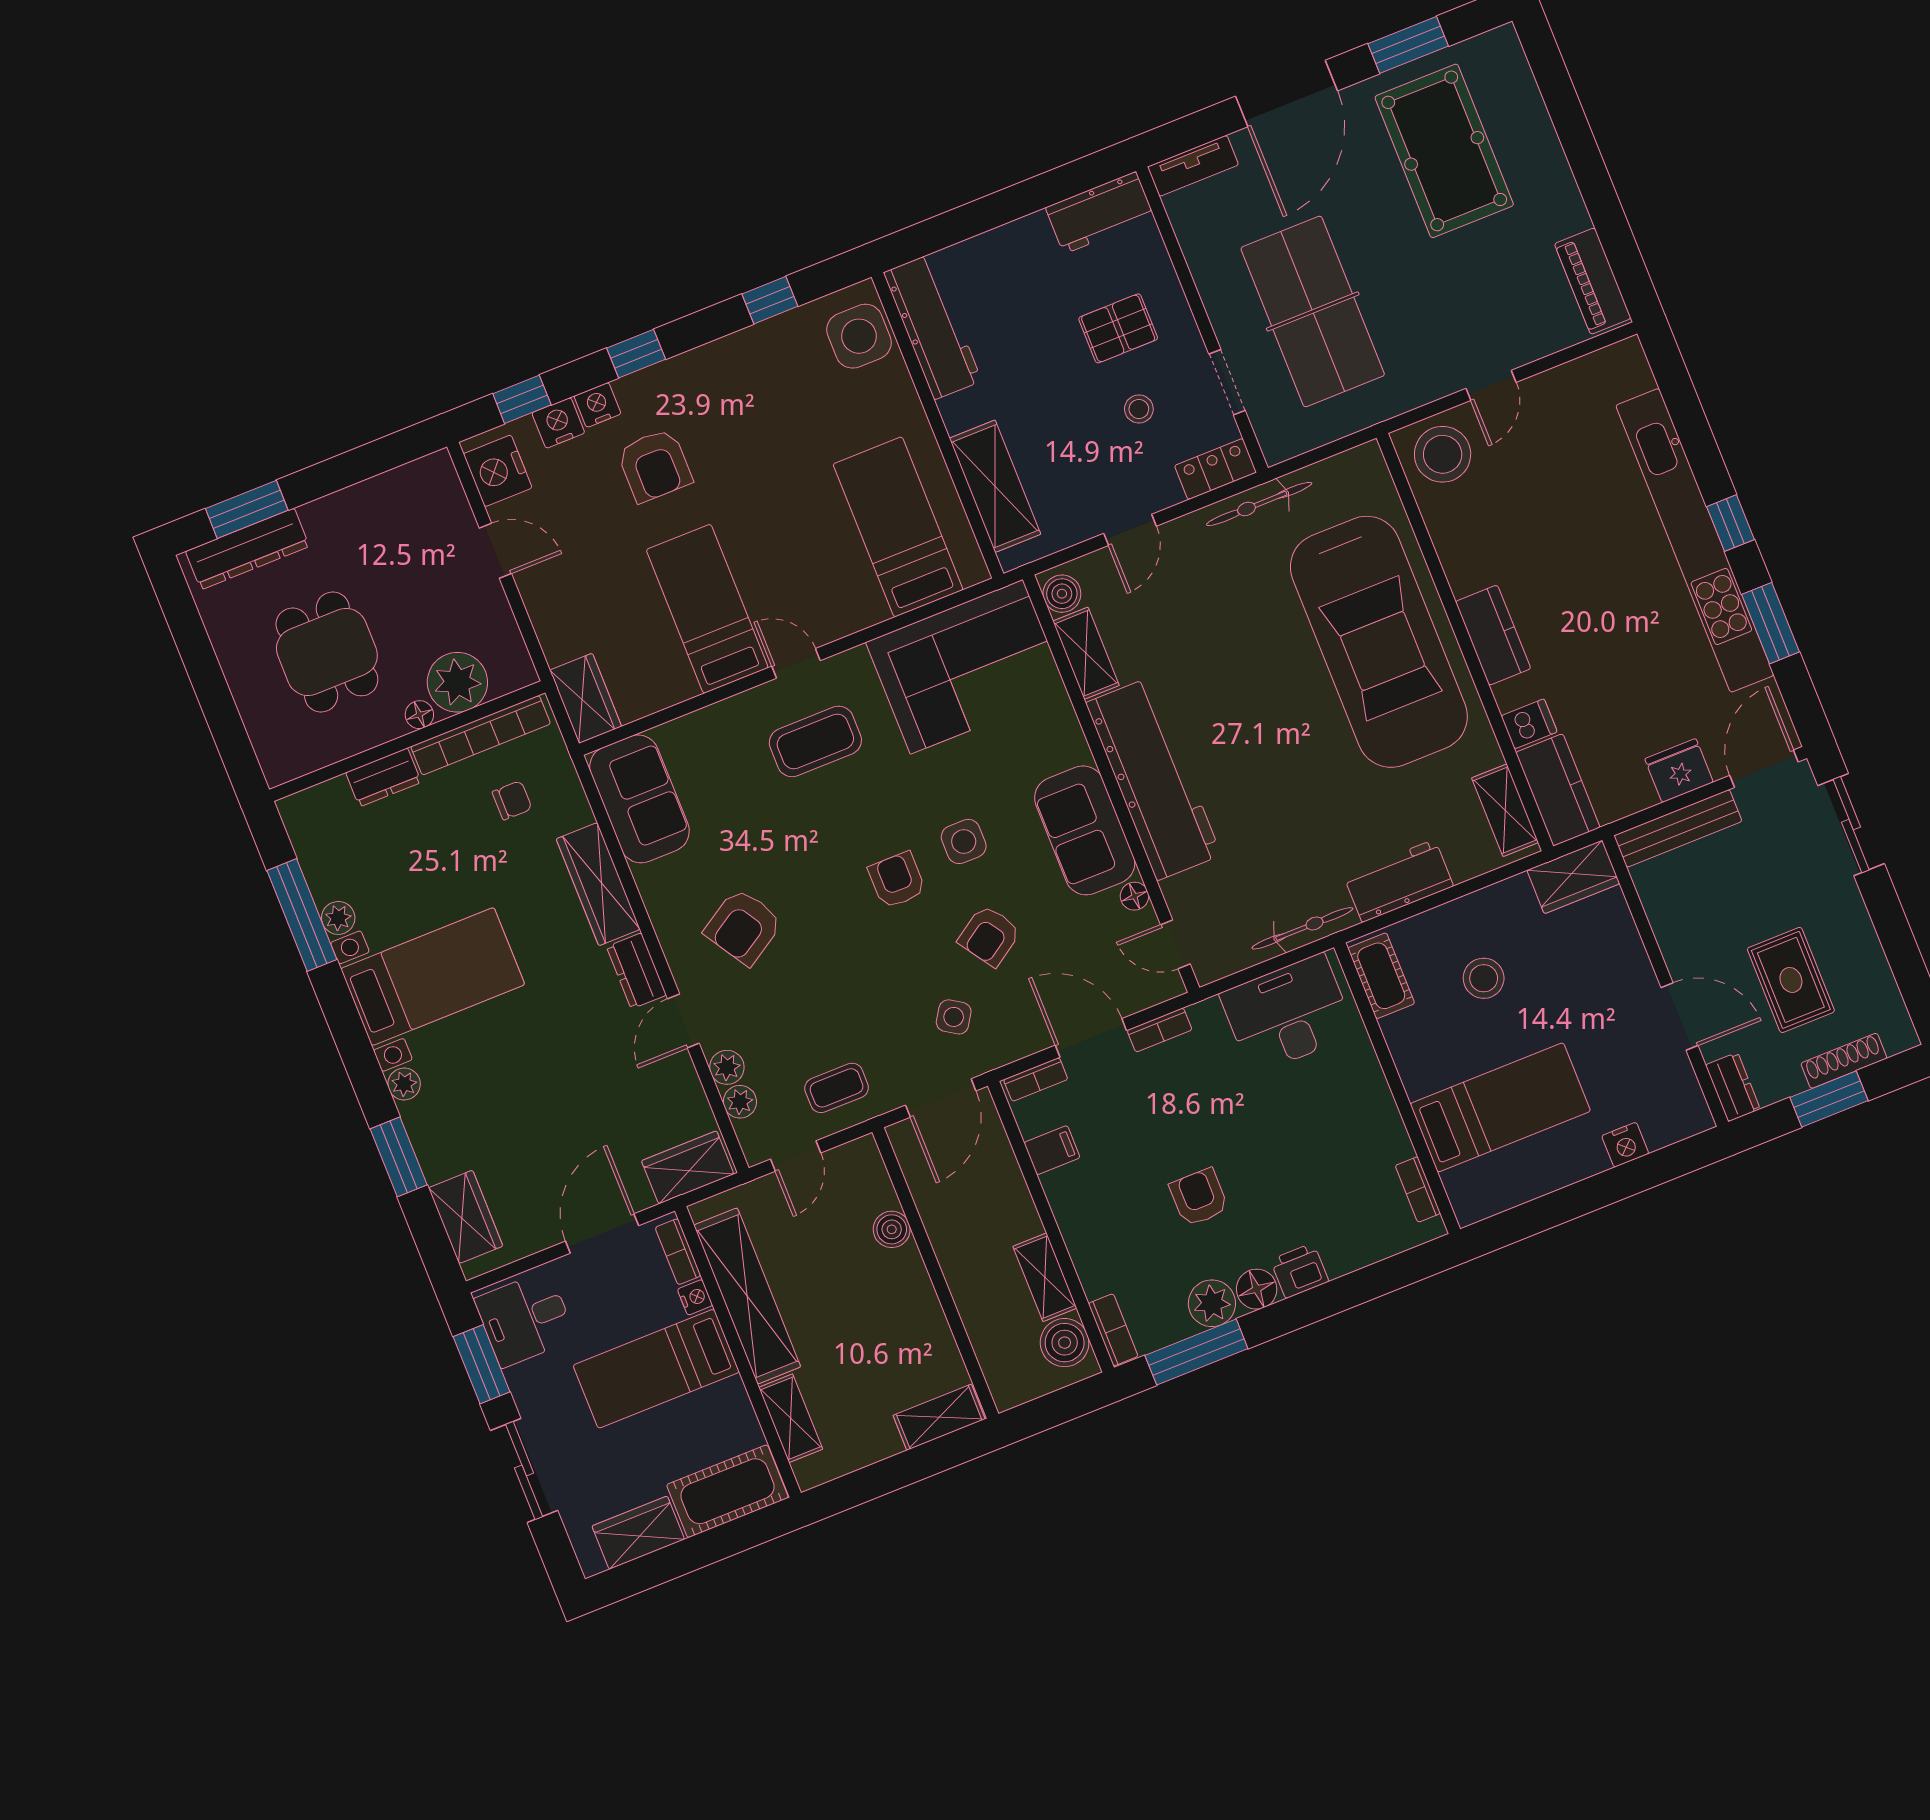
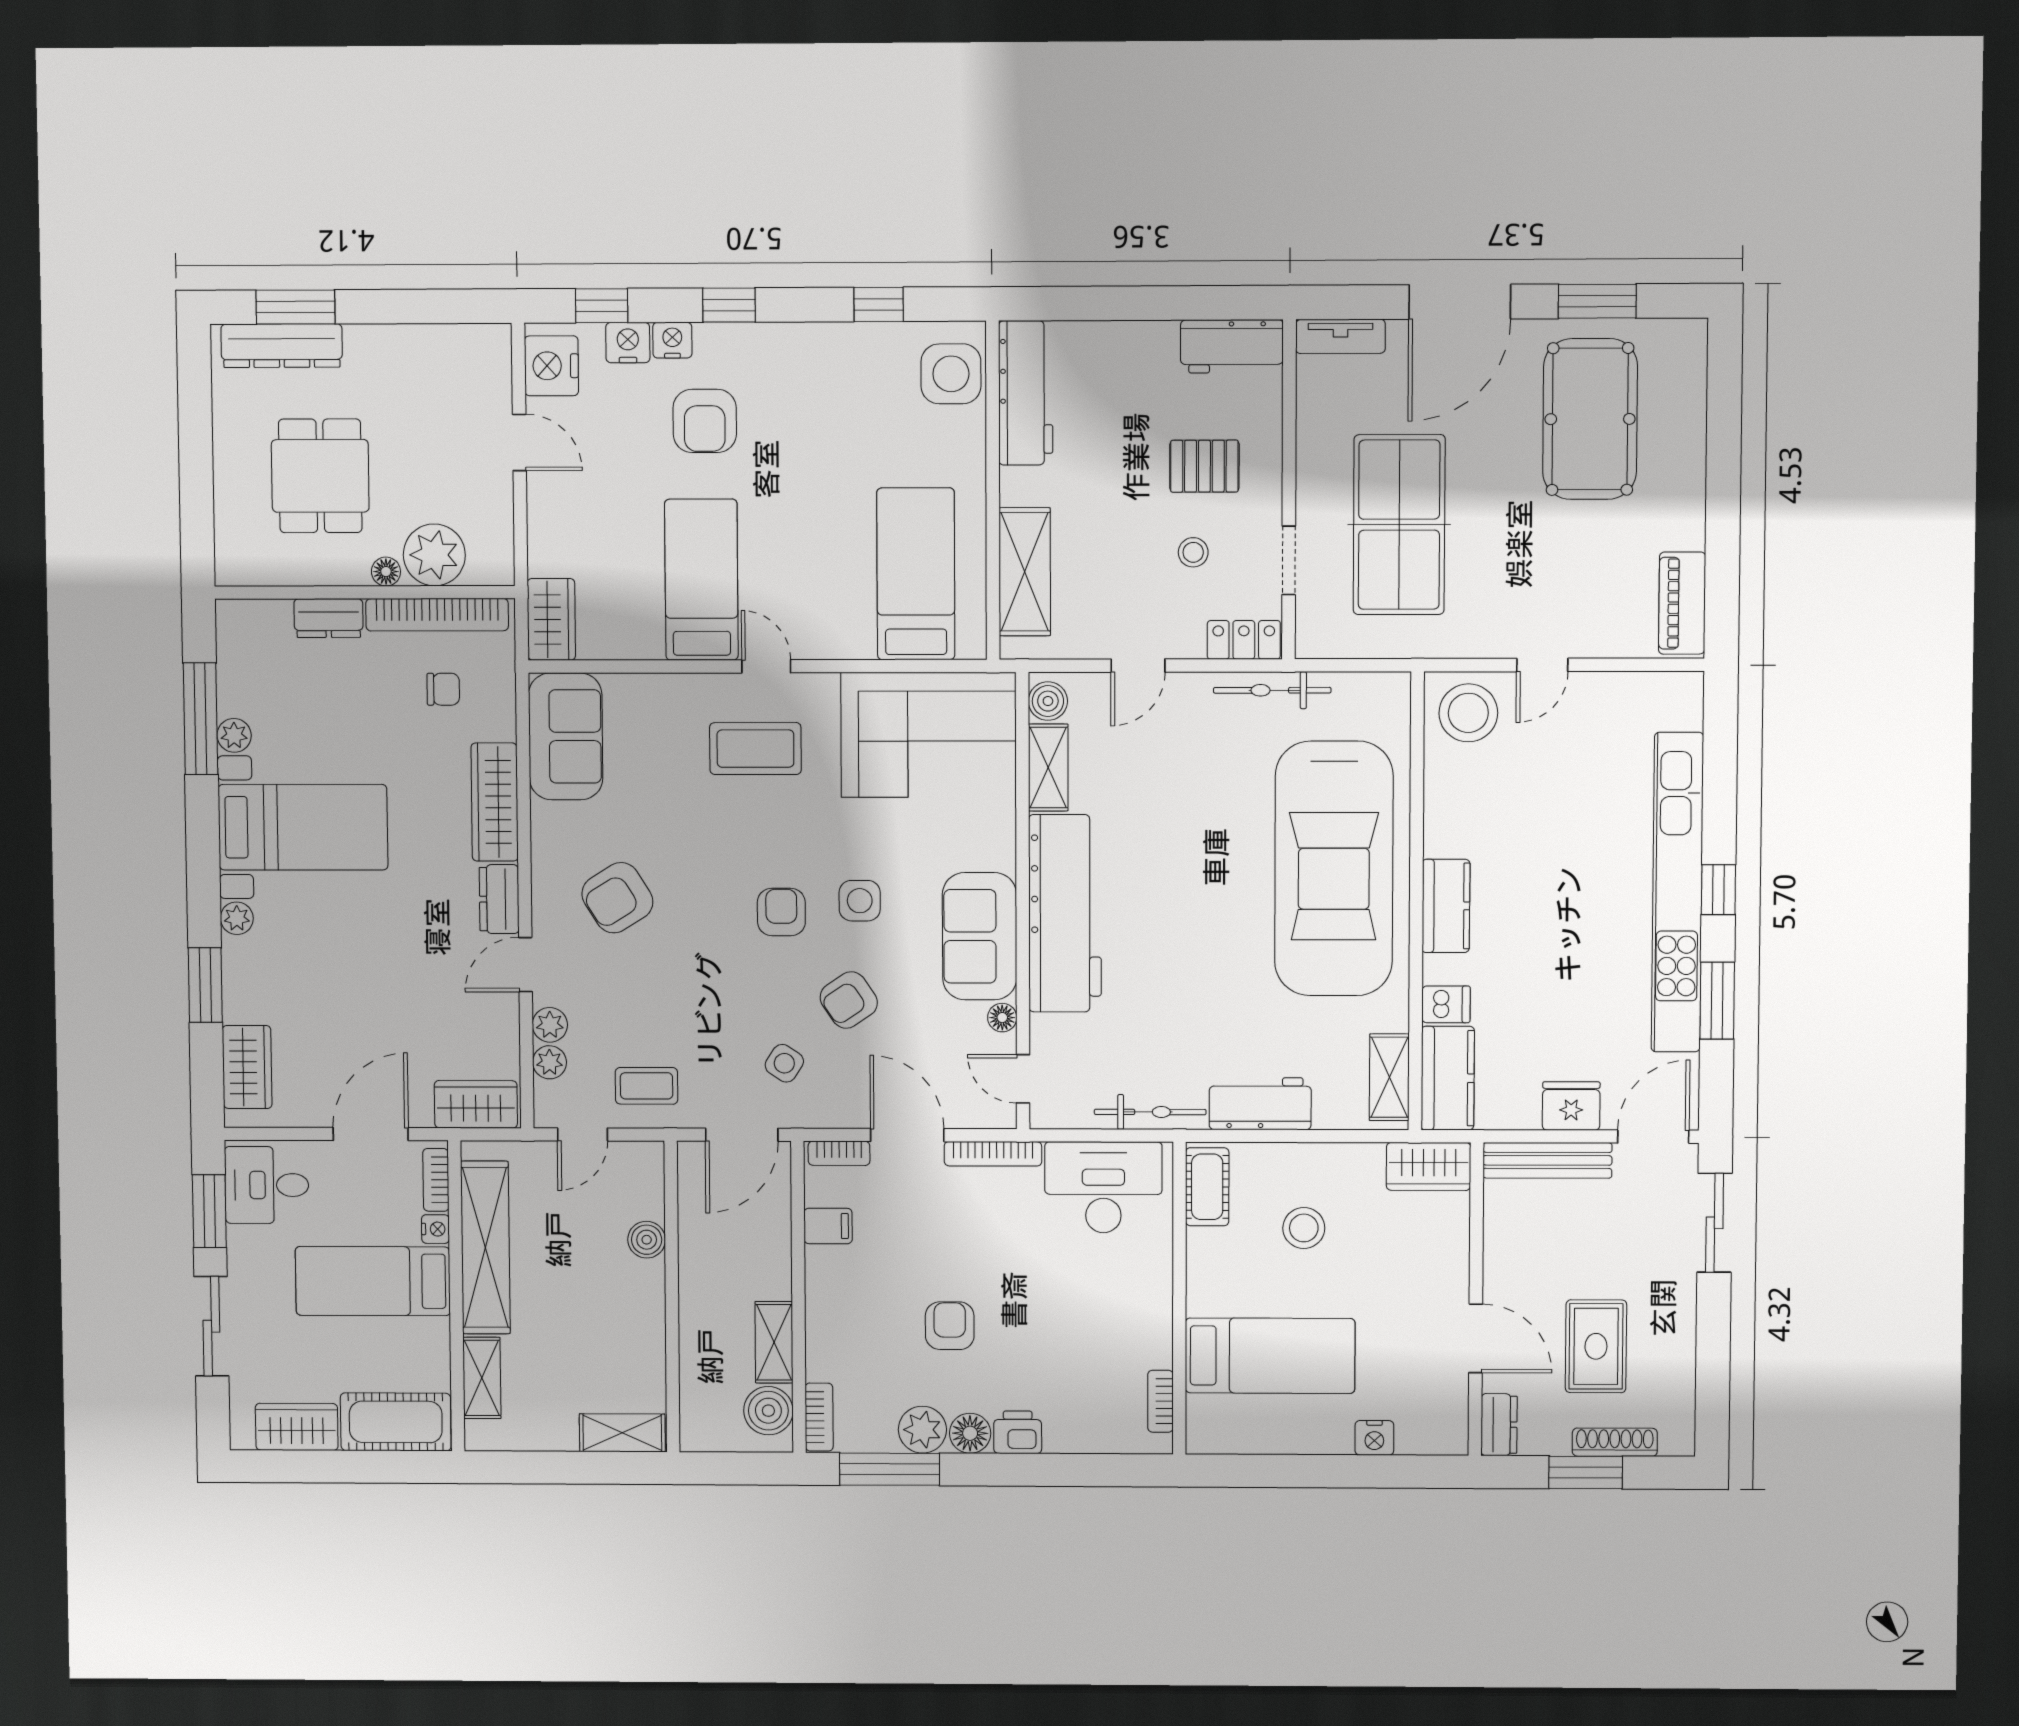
bookcase: (1160, 1030) -> (993, 1154), width x1.56

